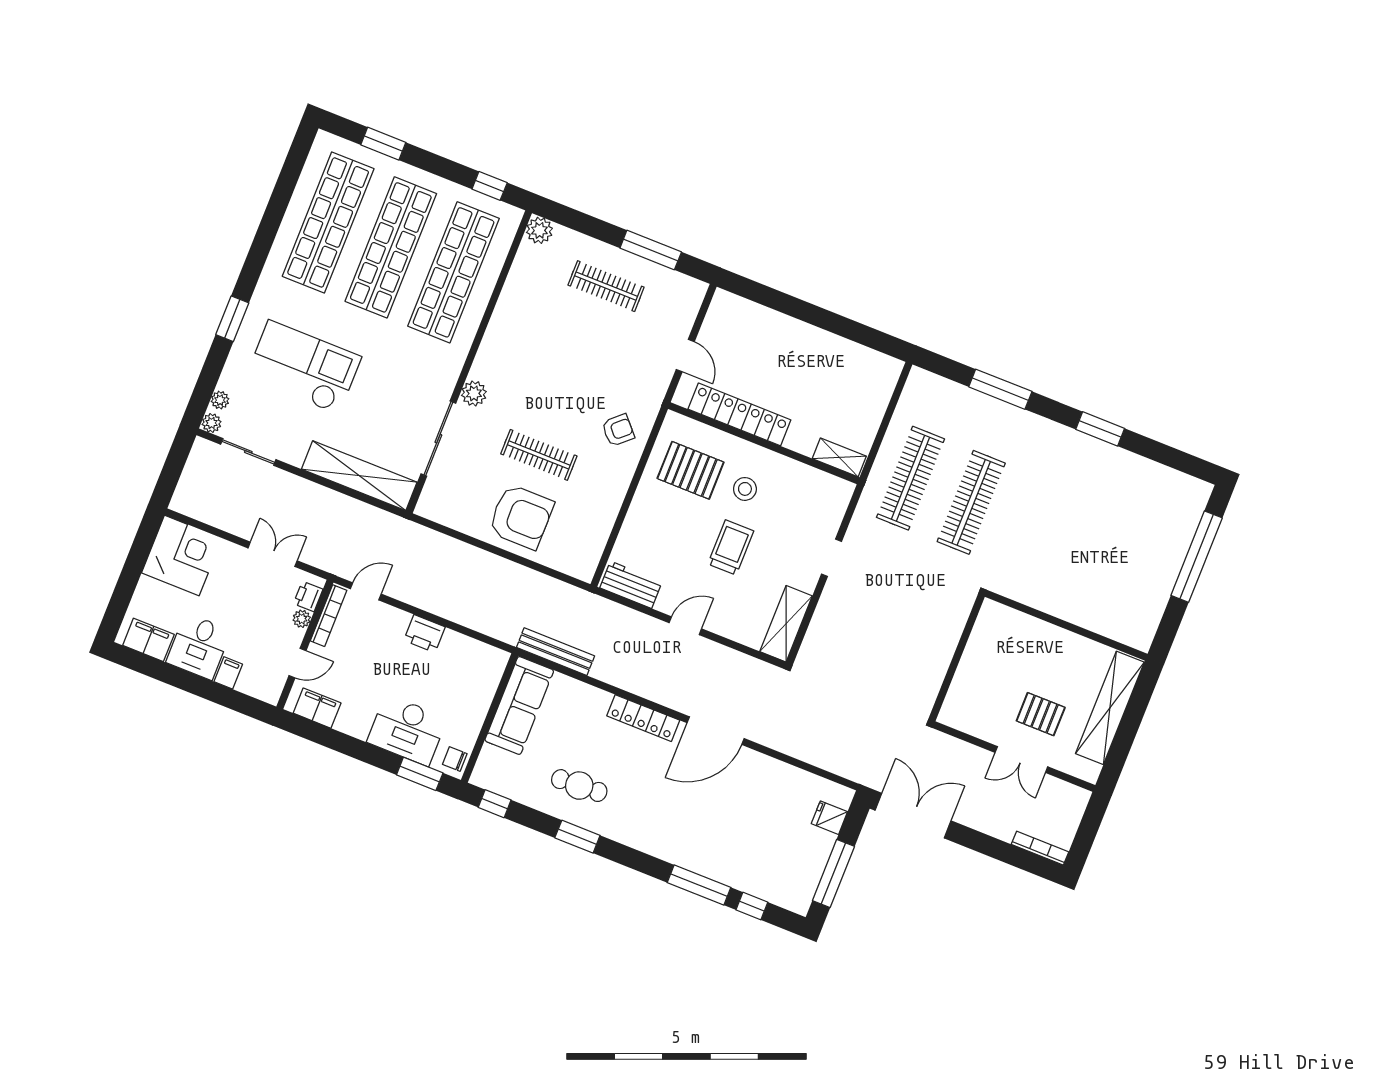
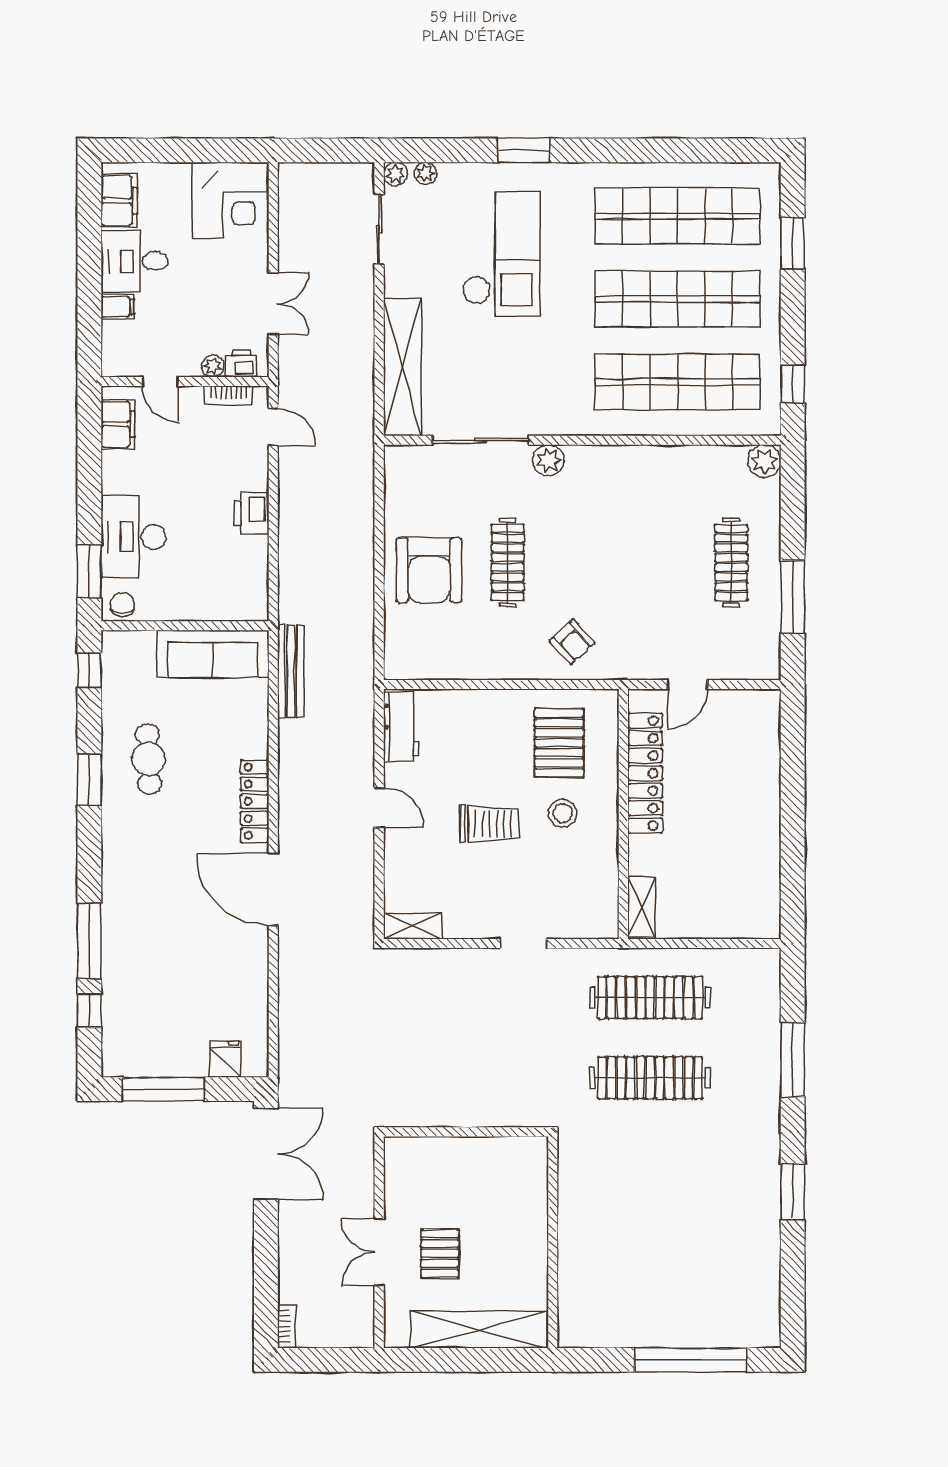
bookcase: (329, 616) -> (229, 395), width x0.64
shelving: (786, 624) -> (413, 926), width x0.67, depth x0.75
bookcase: (1040, 848) -> (286, 1326), width x0.64

